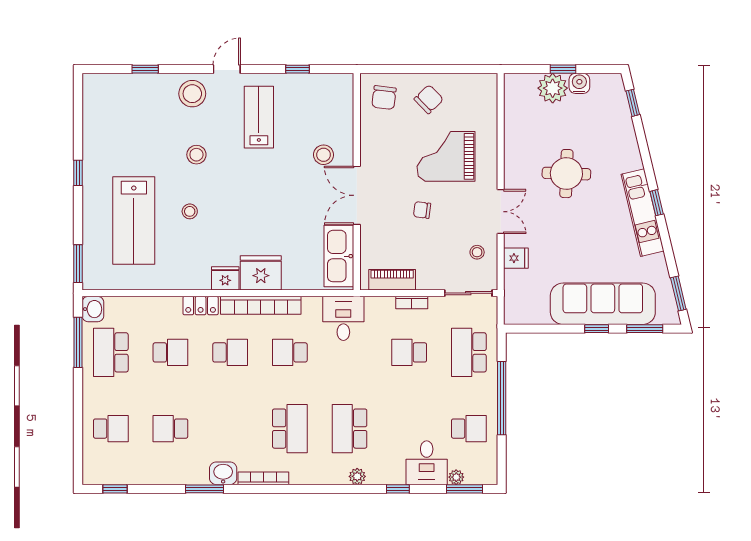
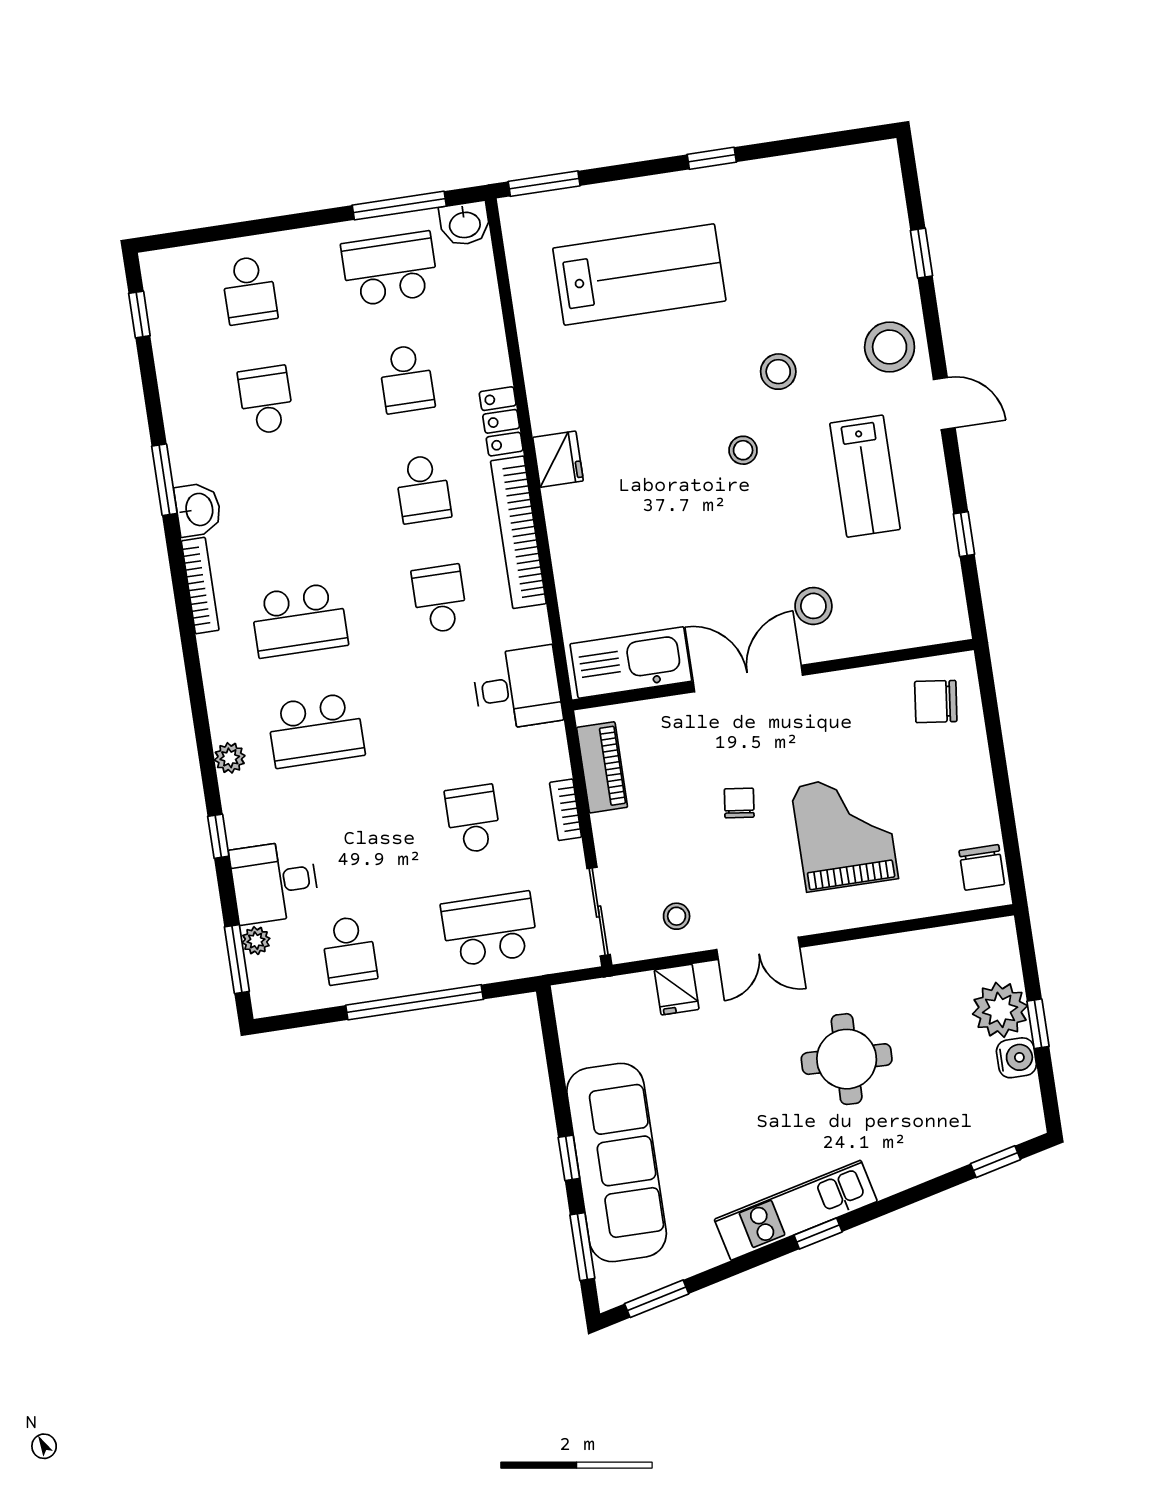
chair: (429, 99) -> (982, 867), moved, turned 44
lab bench: (259, 117) -> (865, 476), turned 90
stool: (190, 211) -> (743, 450), moved
lab bench: (134, 221) -> (639, 274), turned 180
fridge: (261, 273) -> (578, 523), removed
school desk: (349, 429) -> (316, 730), turned 180

